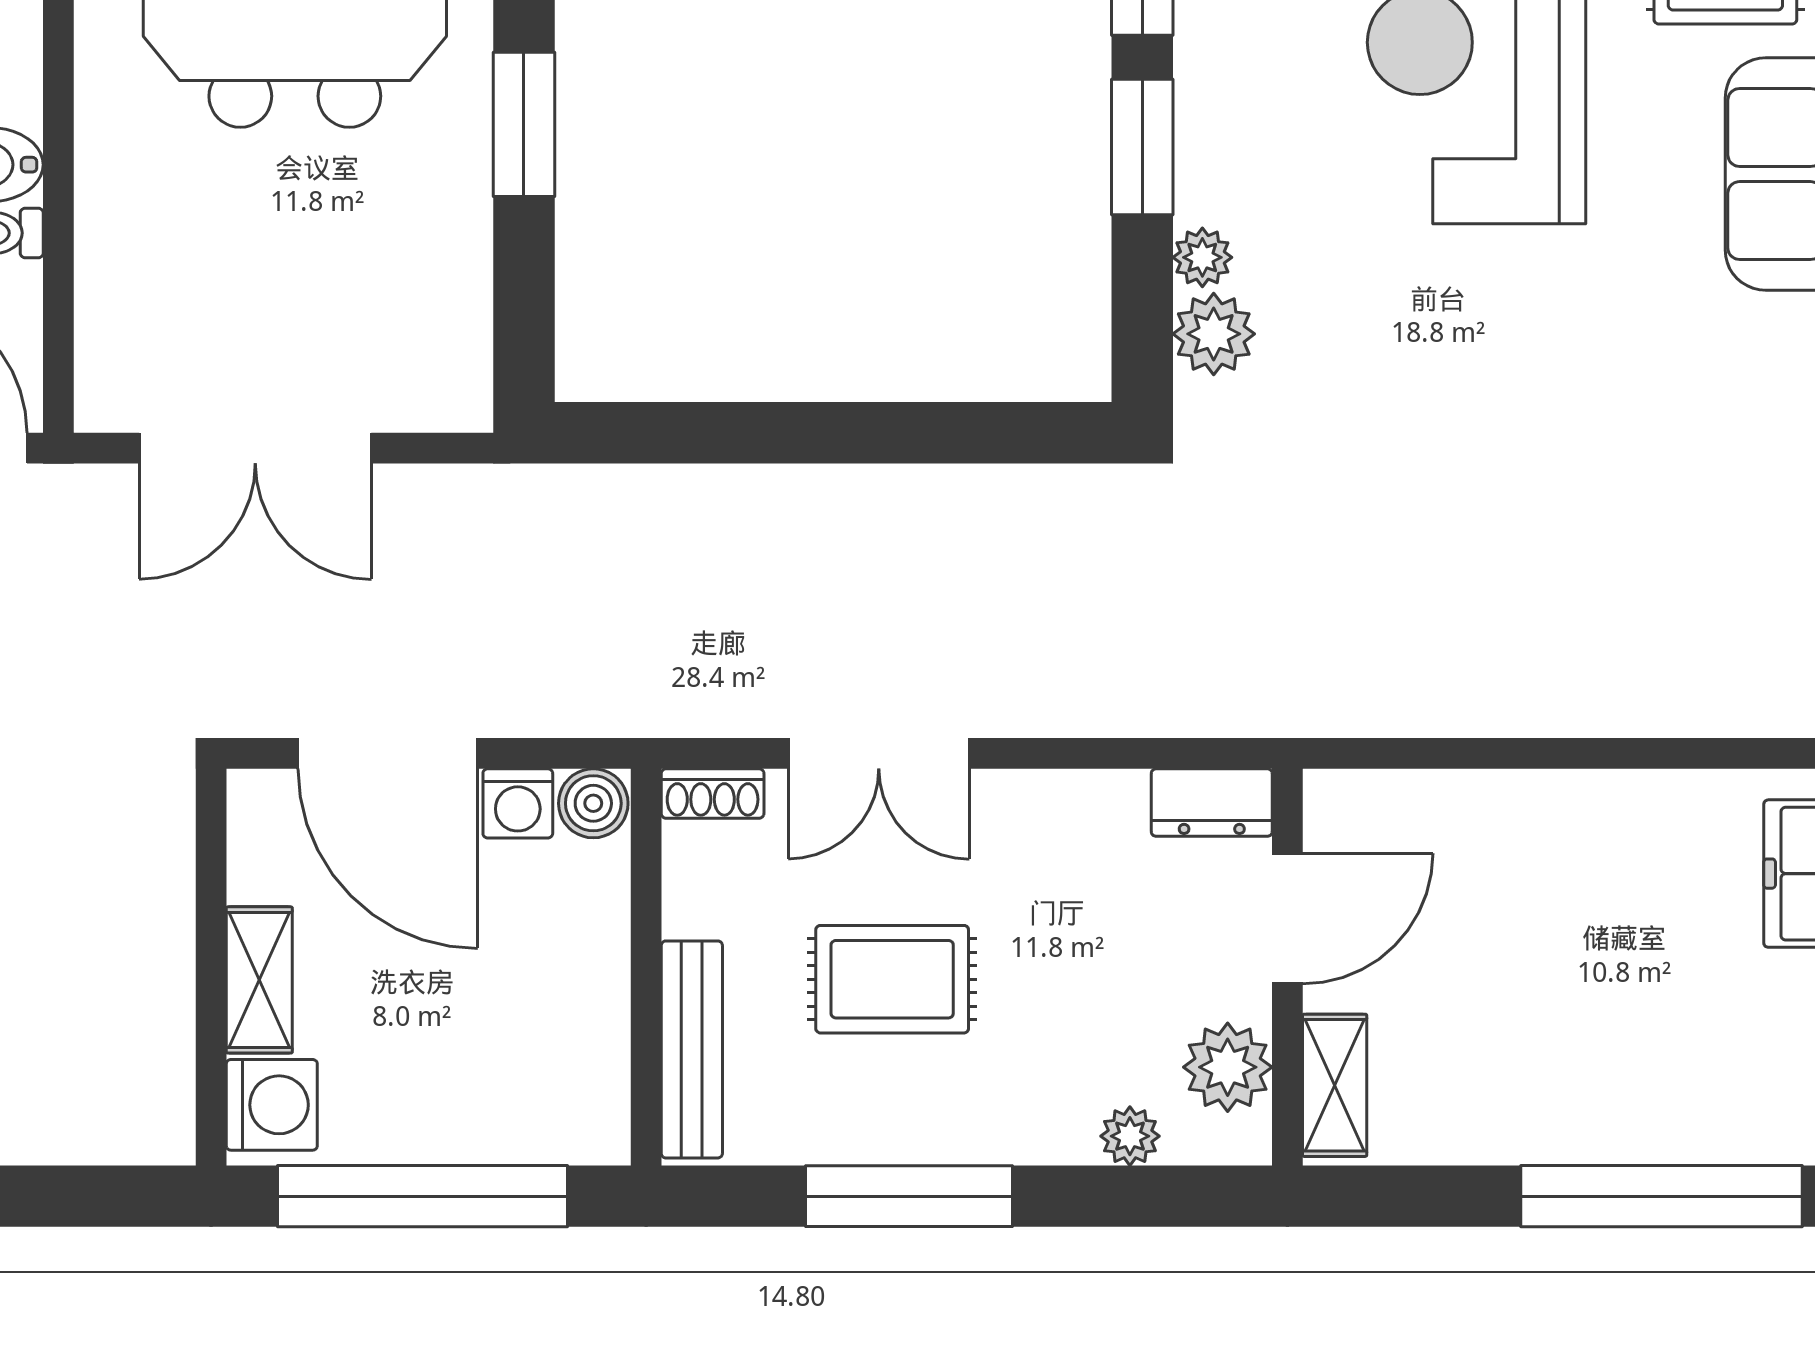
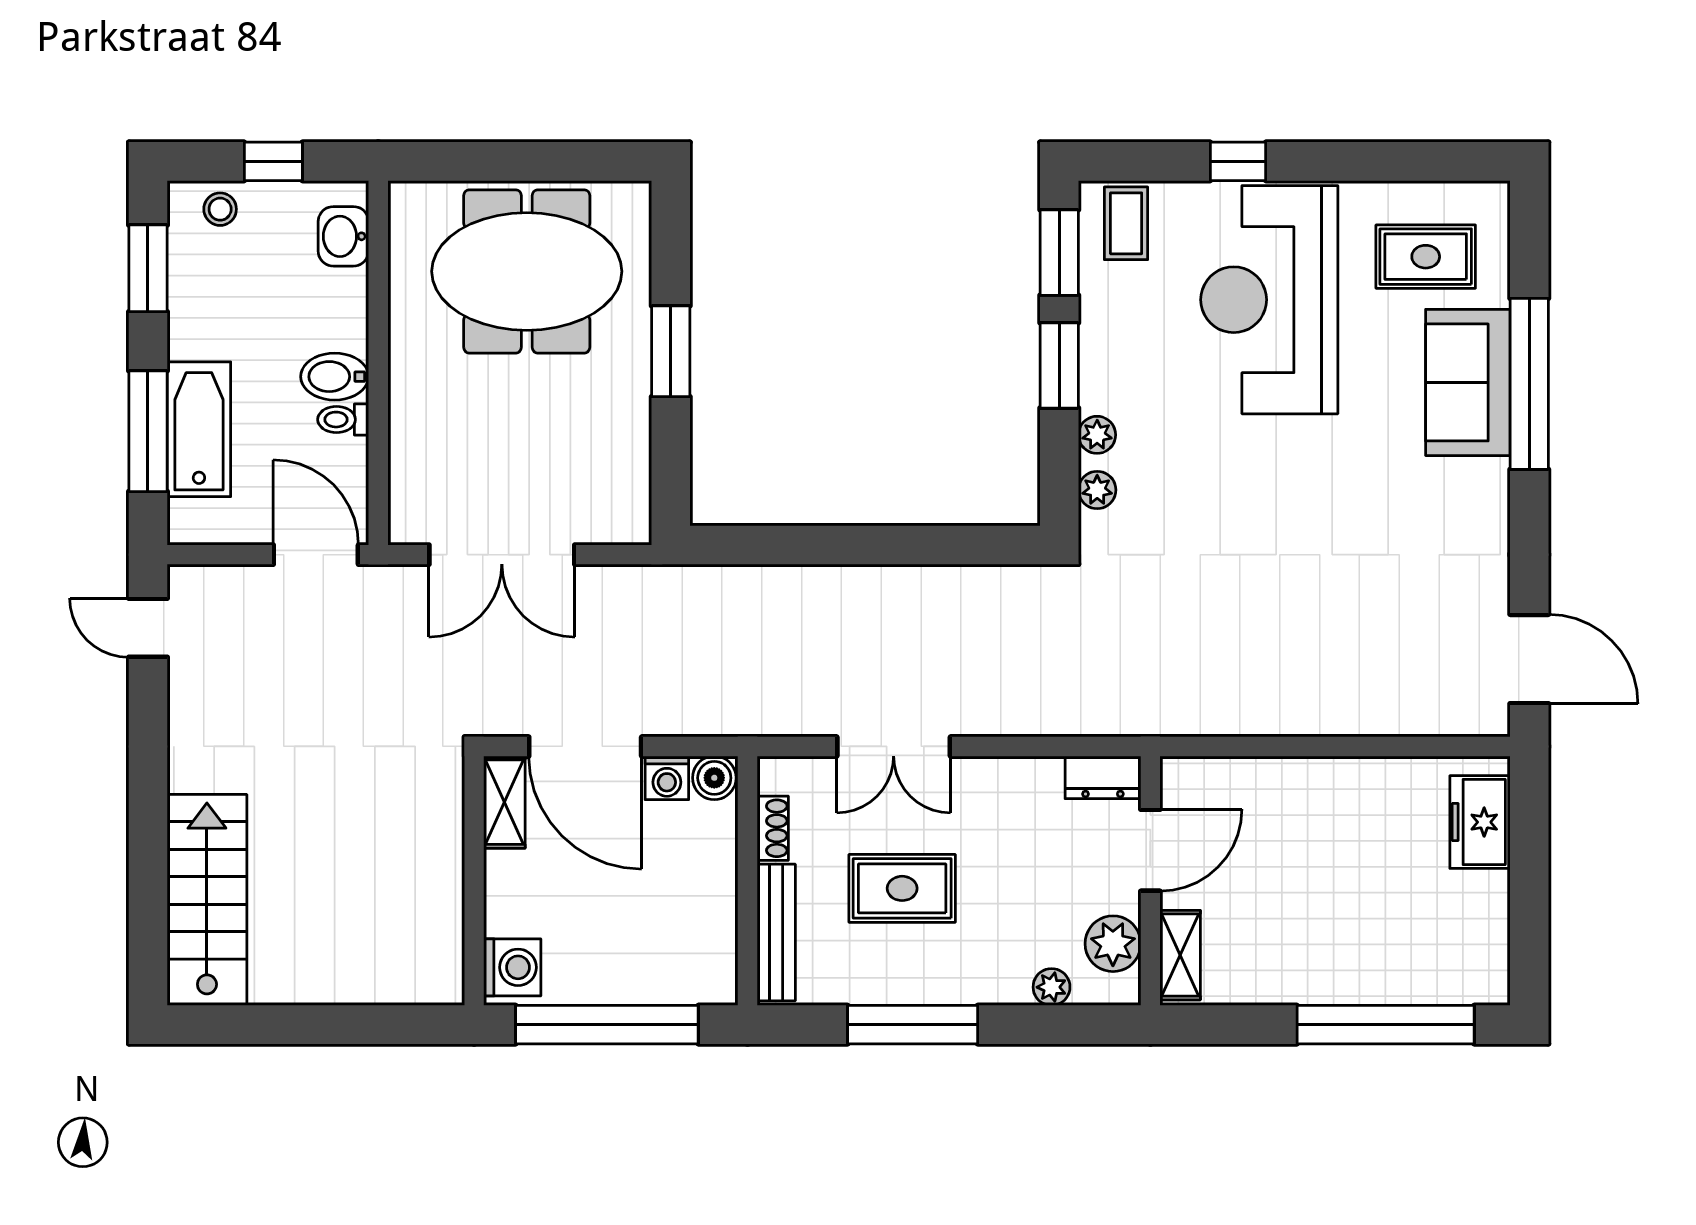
plant: (1214, 334) -> (1097, 490), width x0.73, depth x0.73
shoe rack: (713, 793) -> (773, 828), moved, turned -90
shelving: (259, 980) -> (504, 802), moved

